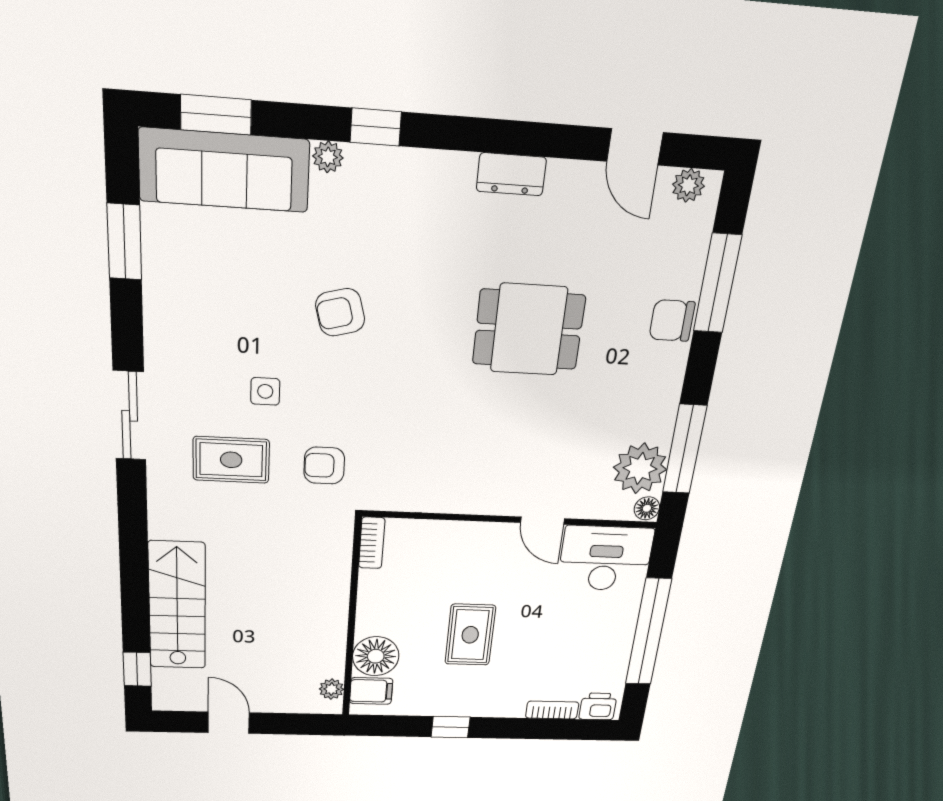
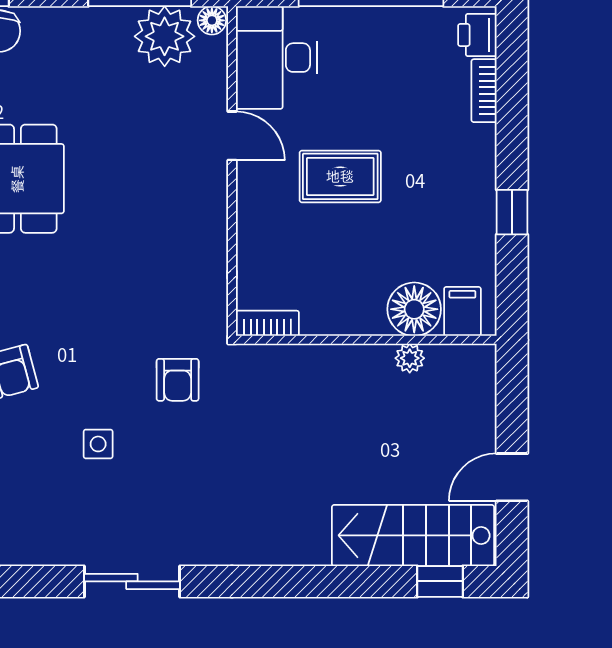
rug: (231, 460) -> (176, 478), removed
door: (543, 521) -> (232, 136), hinge flipped
stairs: (177, 606) -> (413, 535), moved
rug: (470, 635) -> (340, 176), moved
plant: (331, 689) -> (410, 358), moved

